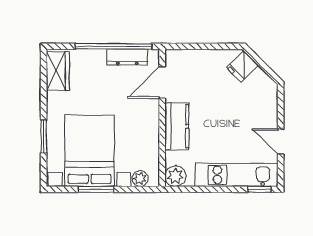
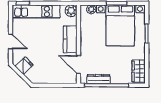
fridge: (243, 66) -> (24, 66), moved
door: (162, 82) -> (79, 65), swing flipped
door: (281, 141) -> (11, 41), moved

